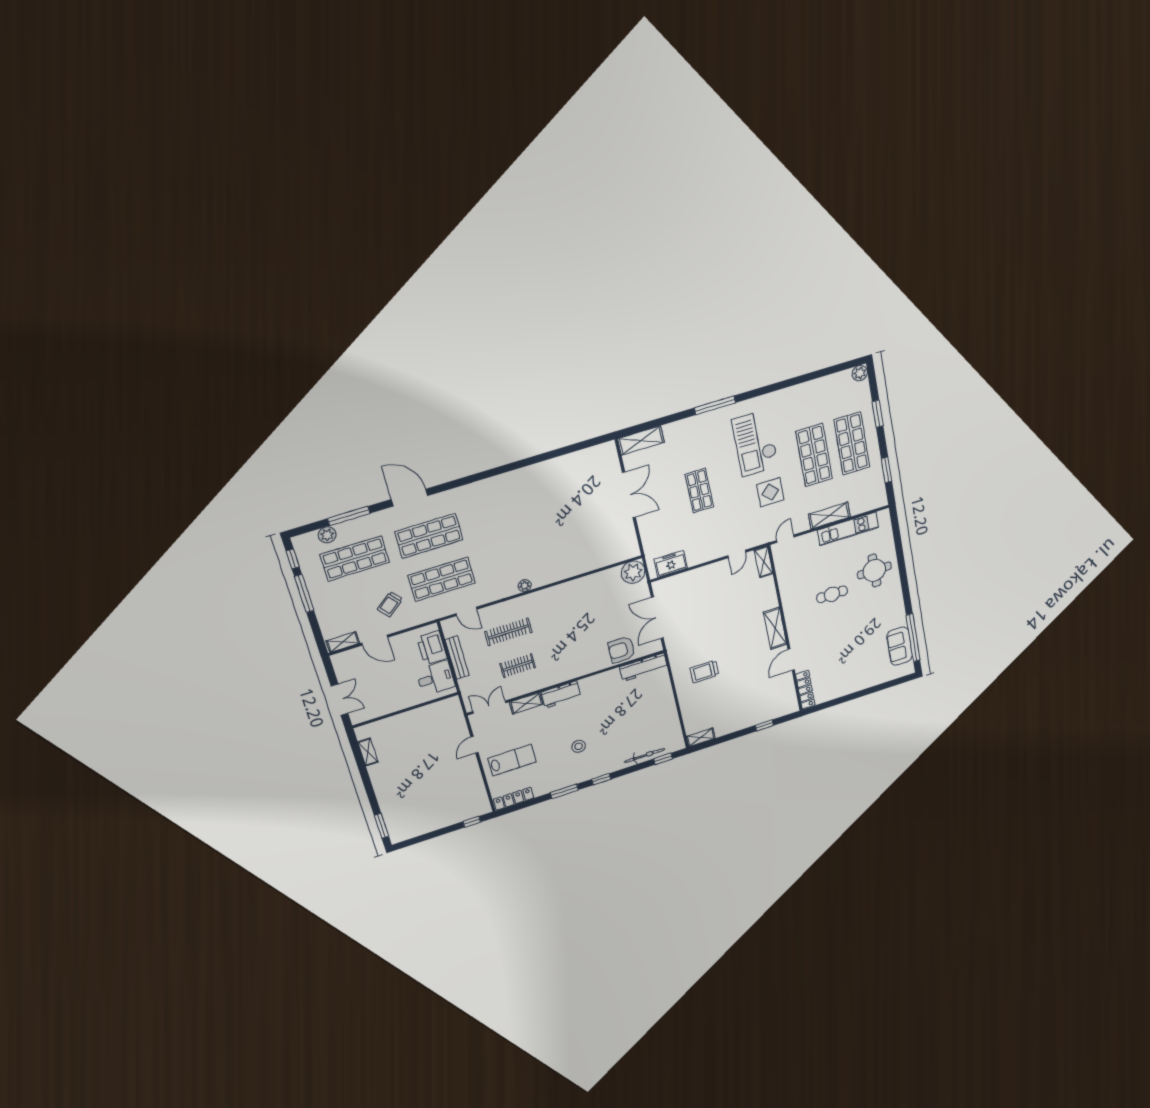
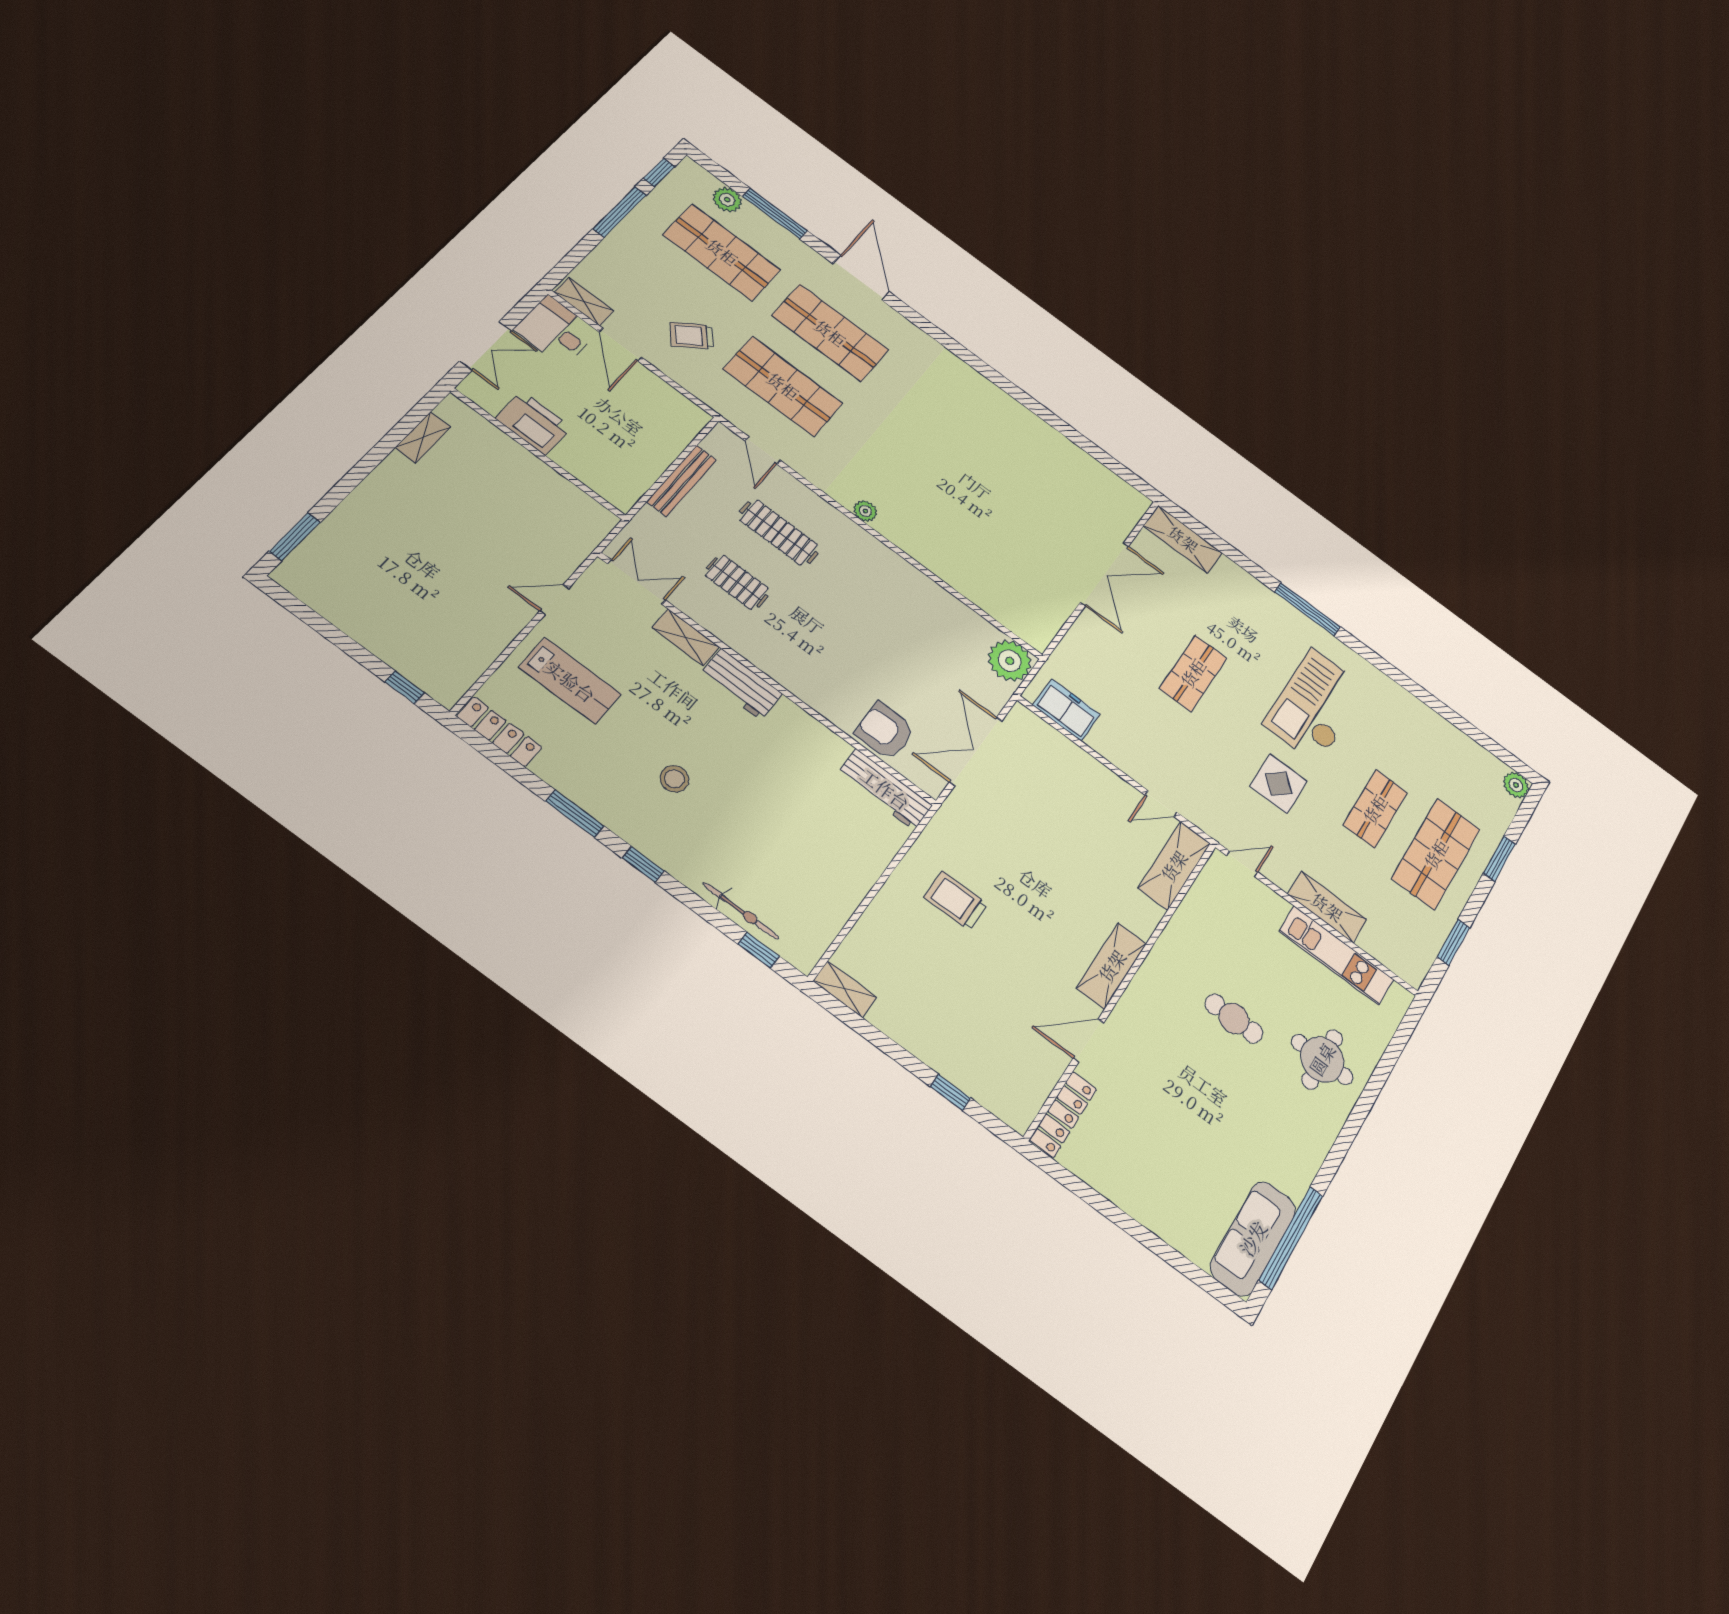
shop shelf: (814, 455) -> (1375, 809), width x0.70, depth x0.74
shelving: (764, 562) -> (1174, 866), width x1.50, depth x1.33
sofa: (900, 646) -> (1253, 1238), width x1.36
printer: (432, 648) -> (533, 423), moved, turned 90
desk: (436, 678) -> (556, 331), moved, turned 180

